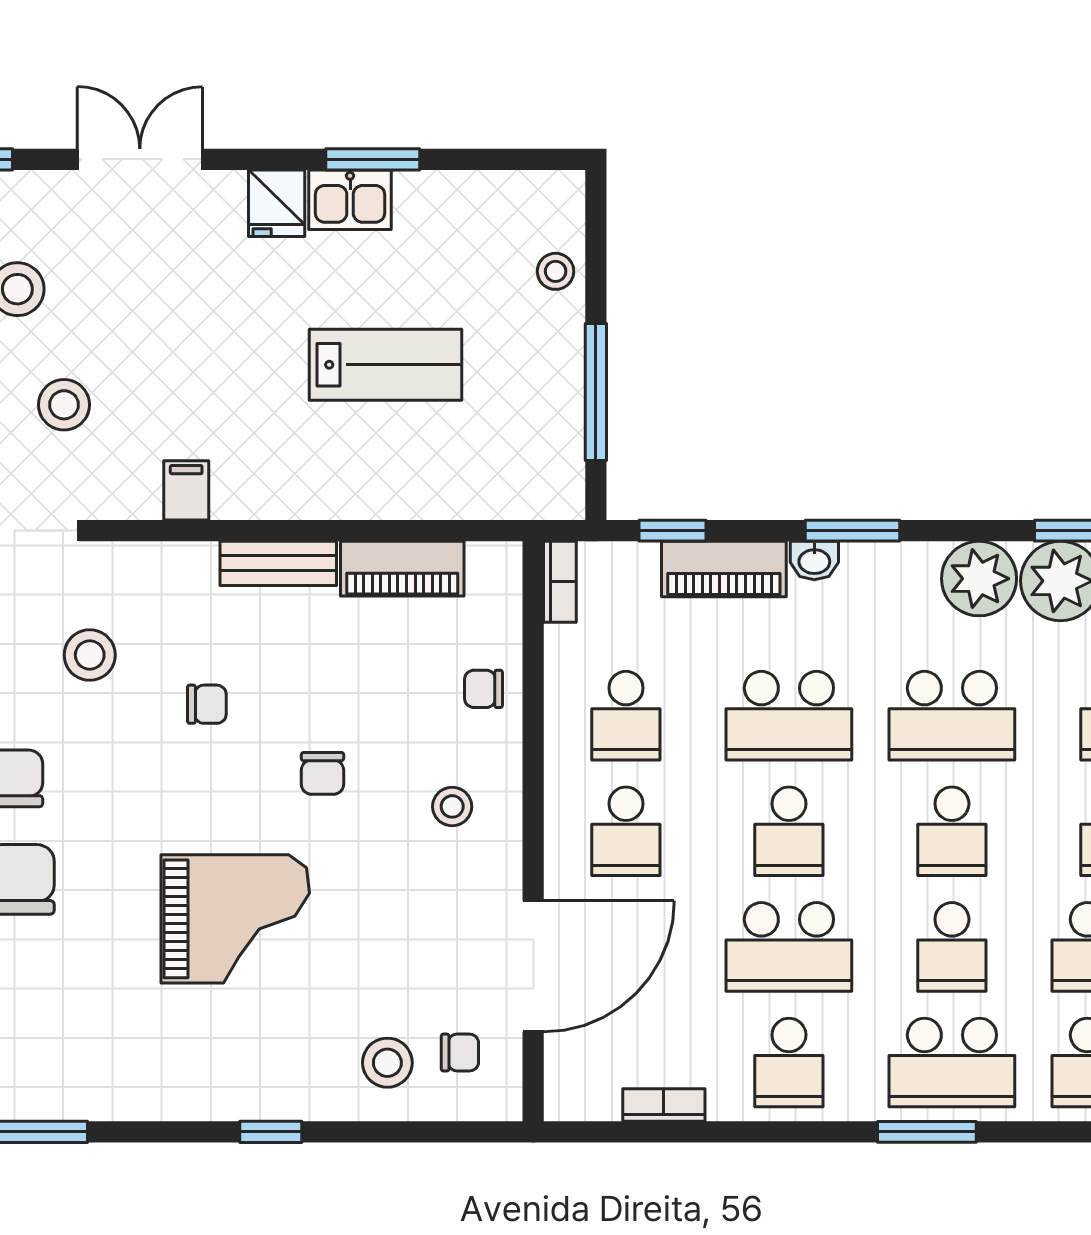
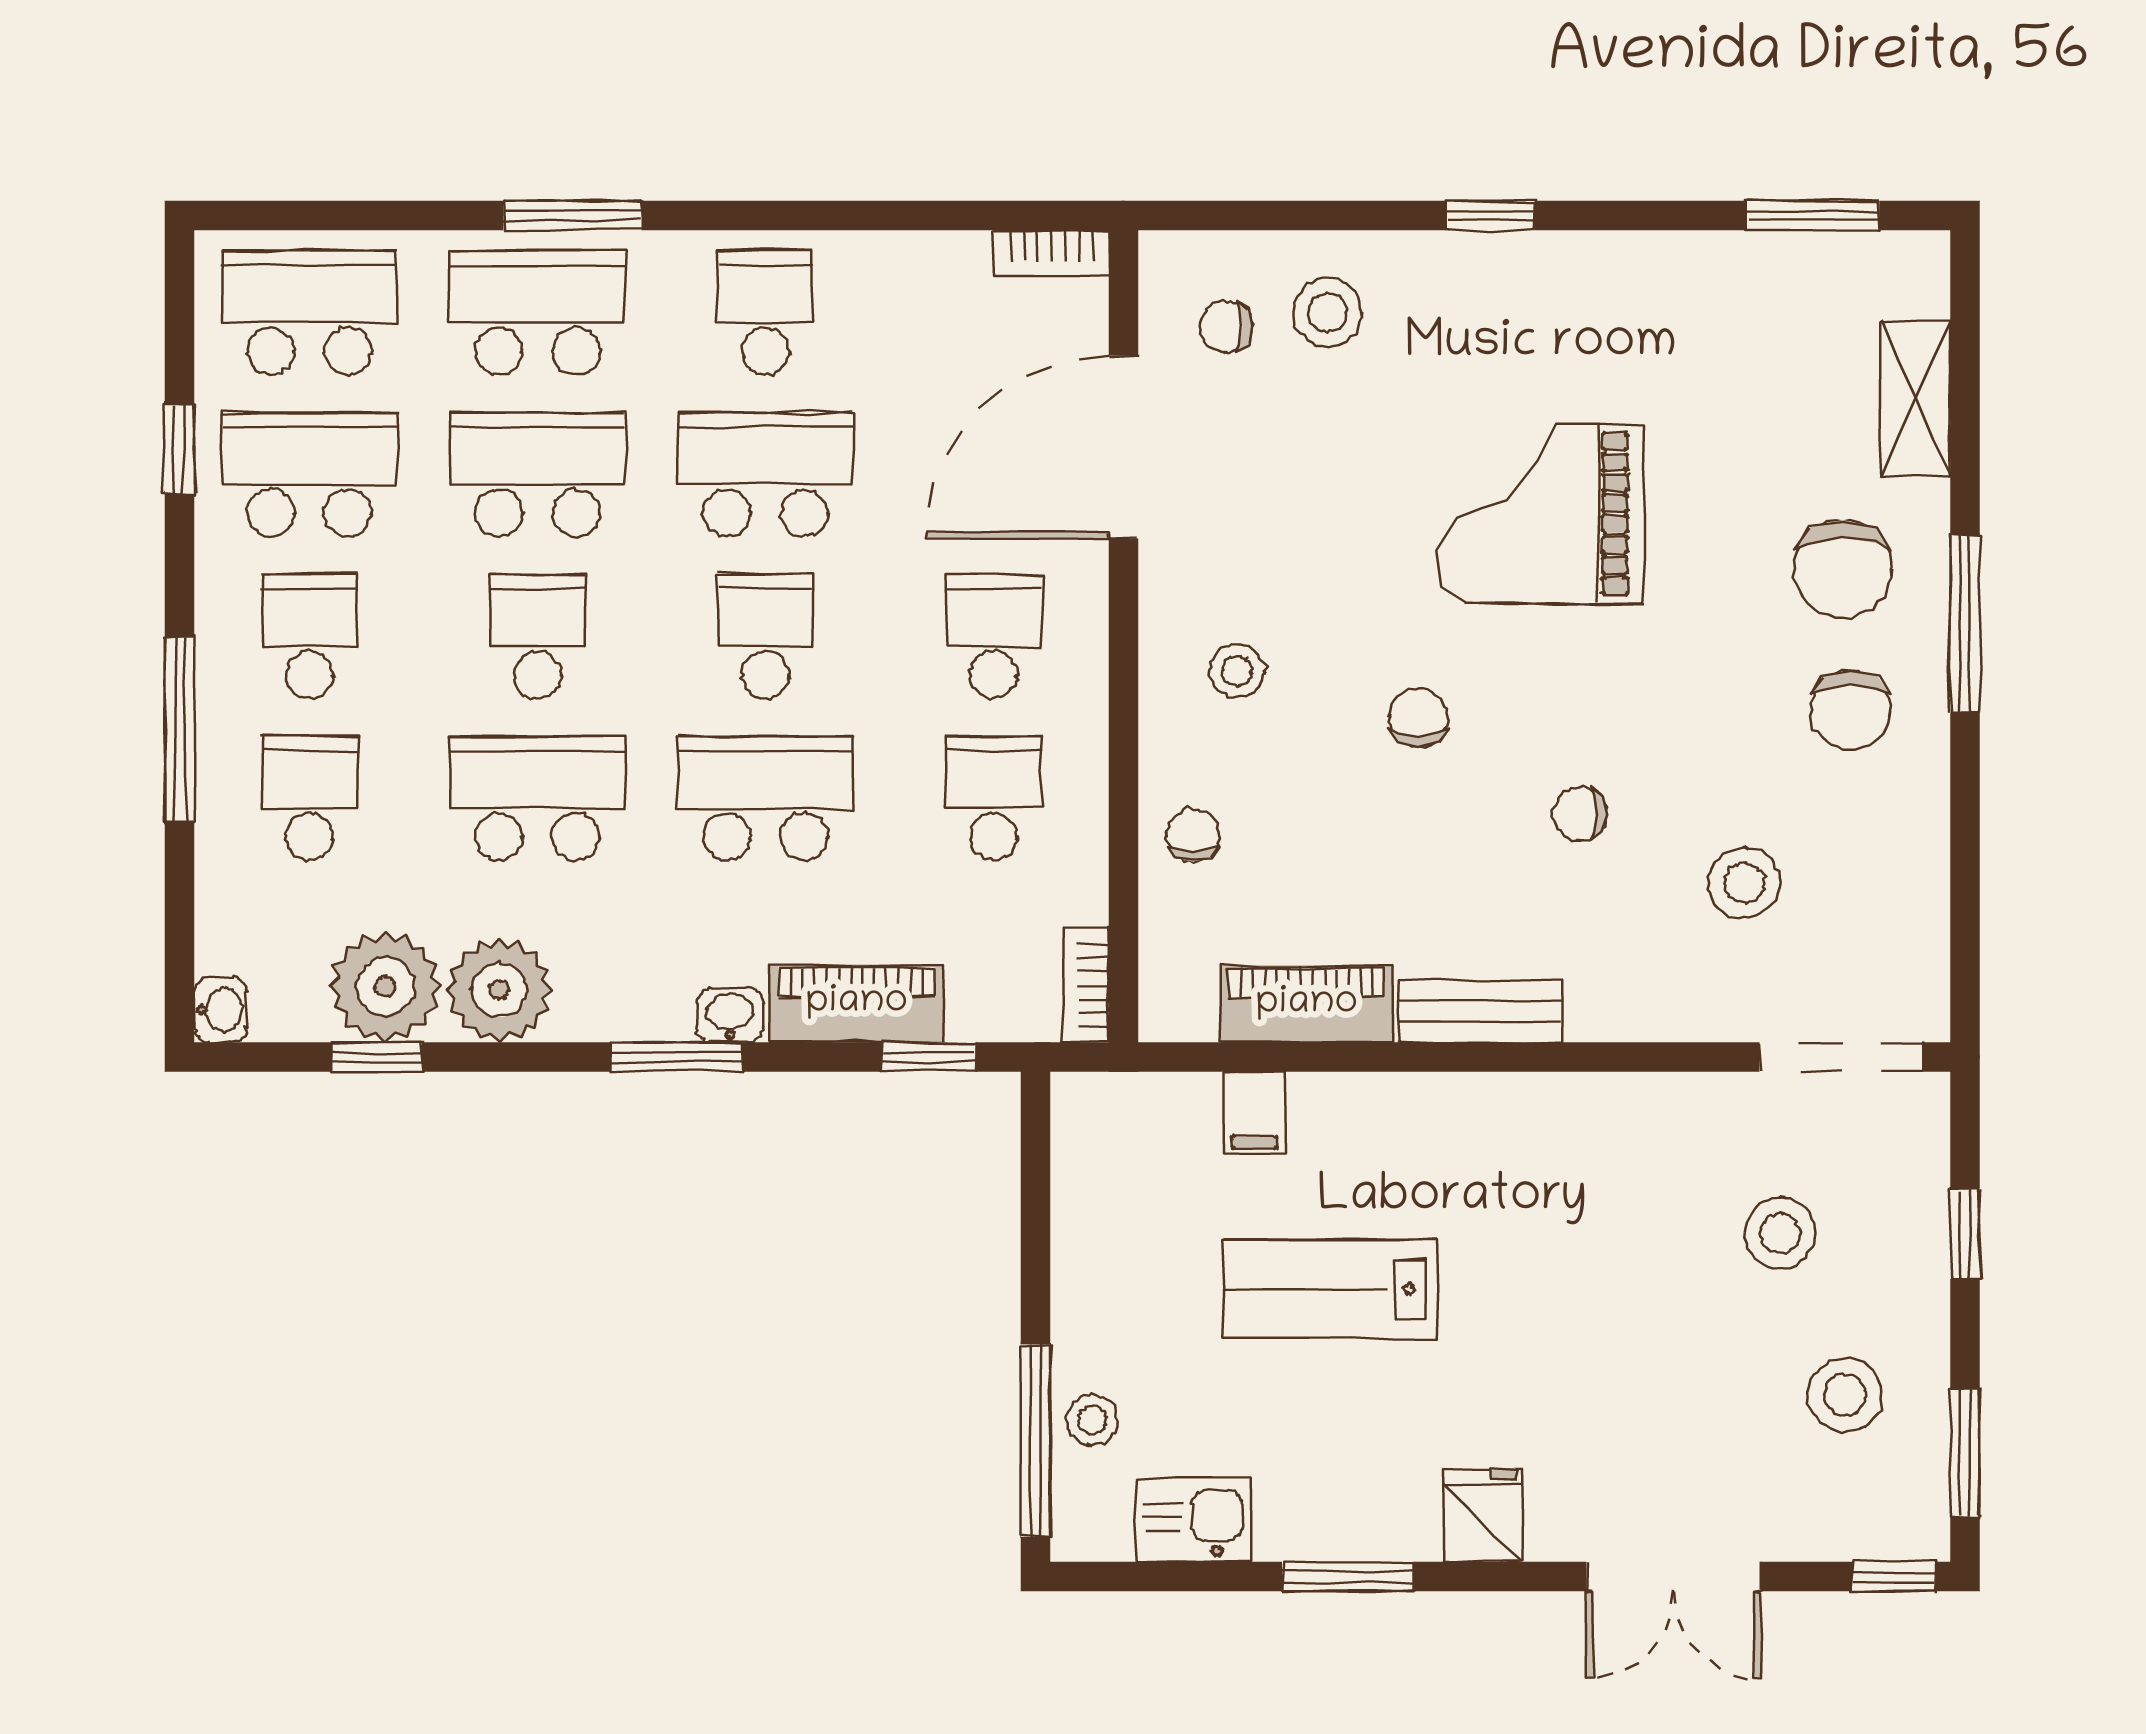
kitchen sink: (350, 200) -> (1194, 1520), moved
window: (596, 392) -> (1036, 1441), moved
filing cabinet: (186, 490) -> (1254, 1113), moved
chair: (483, 689) -> (1193, 835), turned -90
school desk: (952, 947) -> (537, 474), width x1.85
bookcase: (664, 1105) -> (1051, 253), moved

